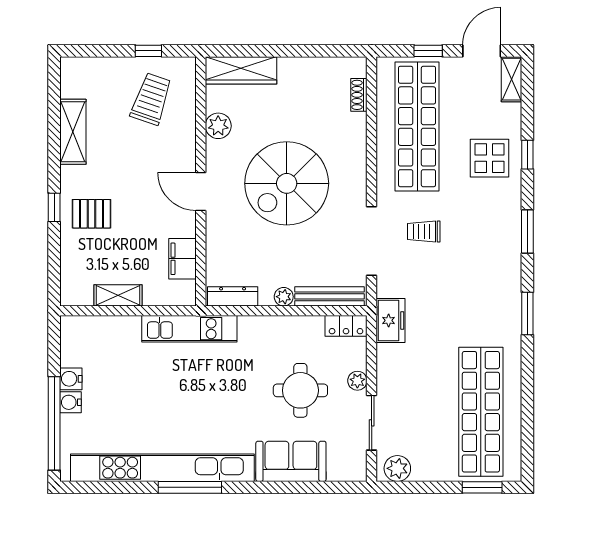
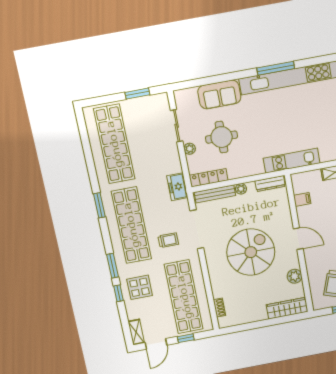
window: (527, 231) -> (113, 266), moved
filing cabinet: (182, 259) -> (302, 199), width x0.50
shop shelf: (481, 269) -> (131, 225), added
locker: (346, 326) -> (209, 178), width x1.53
plant: (397, 468) -> (156, 102), removed
window: (482, 487) -> (137, 94), moved

